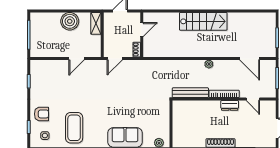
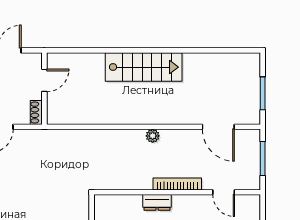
bench: (190, 93) -> (123, 182), removed
dresser: (230, 105) -> (157, 202), moved

